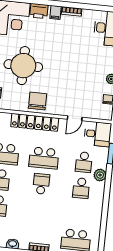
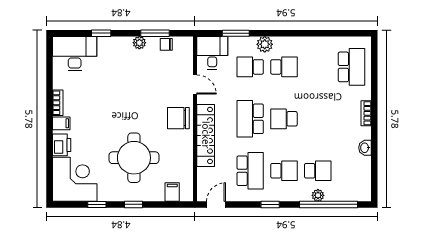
chair: (37, 101) -> (178, 118), moved
school desk: (44, 158) -> (250, 119), turned 180
school desk: (84, 162) -> (250, 67), turned 180

